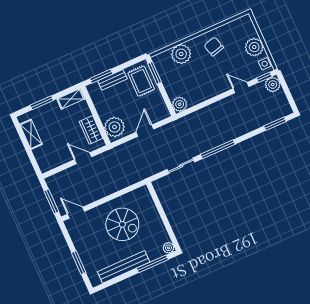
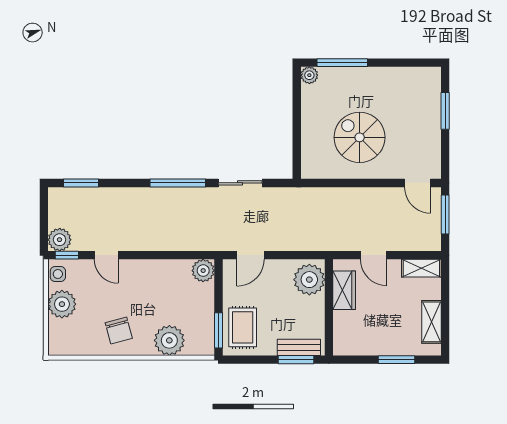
bench: (112, 80) -> (299, 347), moved
shelving: (71, 99) -> (421, 268), moved
door: (145, 131) -> (251, 255), moved
bench: (124, 267) -> (385, 77), removed

